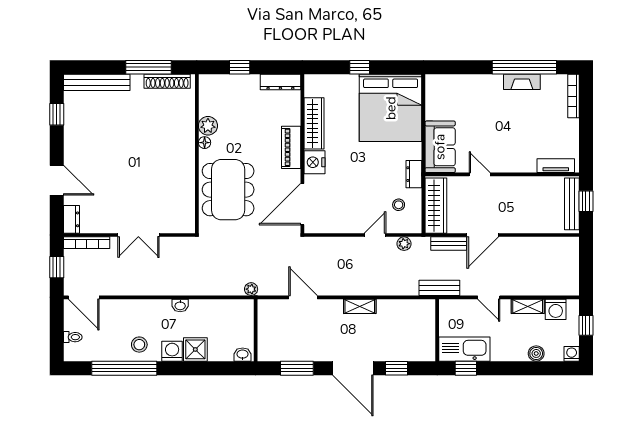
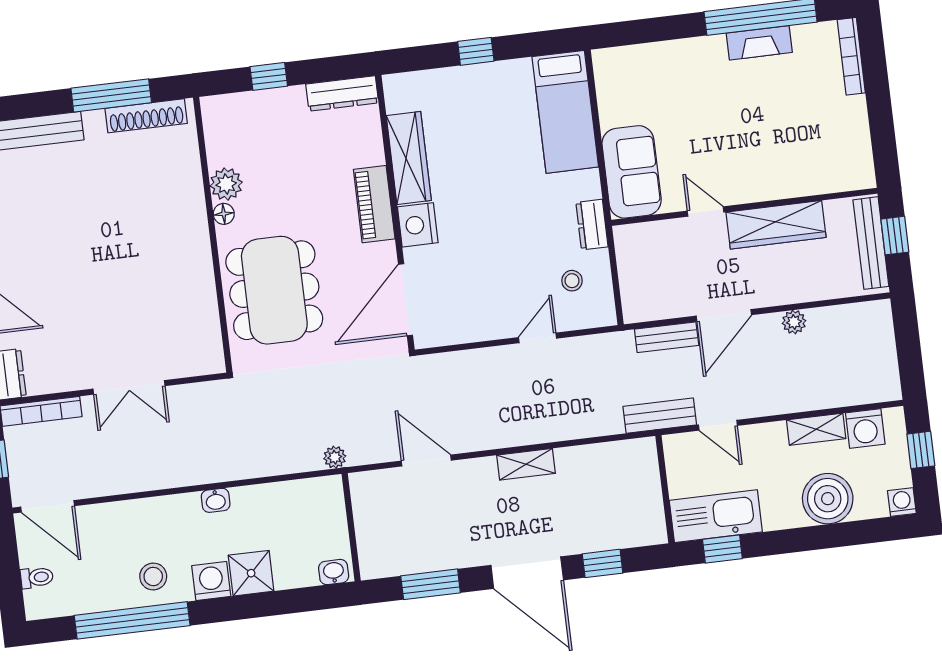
bed: (391, 108) -> (565, 112), width x0.49
tv unit: (556, 166) -> (835, 180), removed
wardrobe: (436, 206) -> (776, 225), moved, turned 90
plant: (404, 244) -> (794, 322), moved
door: (489, 297) -> (718, 425), moved
boiler: (536, 353) -> (828, 499), width x1.86, depth x1.86

